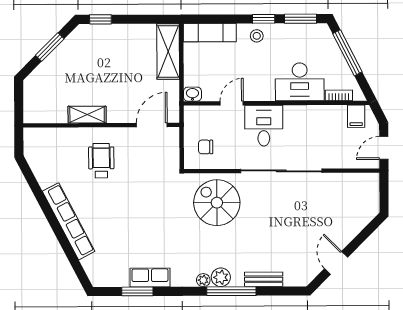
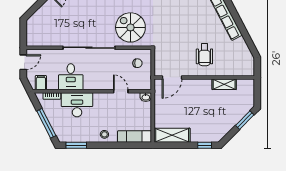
window: (264, 19) -> (100, 145), removed
window: (50, 47) -> (245, 120), moved
shelving: (168, 51) -> (172, 135), moved, turned 90
door: (232, 103) -> (121, 91), swing flipped
shelving: (87, 115) -> (224, 84), moved
desk: (264, 126) -> (71, 77), moved
spiral stairs: (217, 203) -> (130, 27), turned 180

